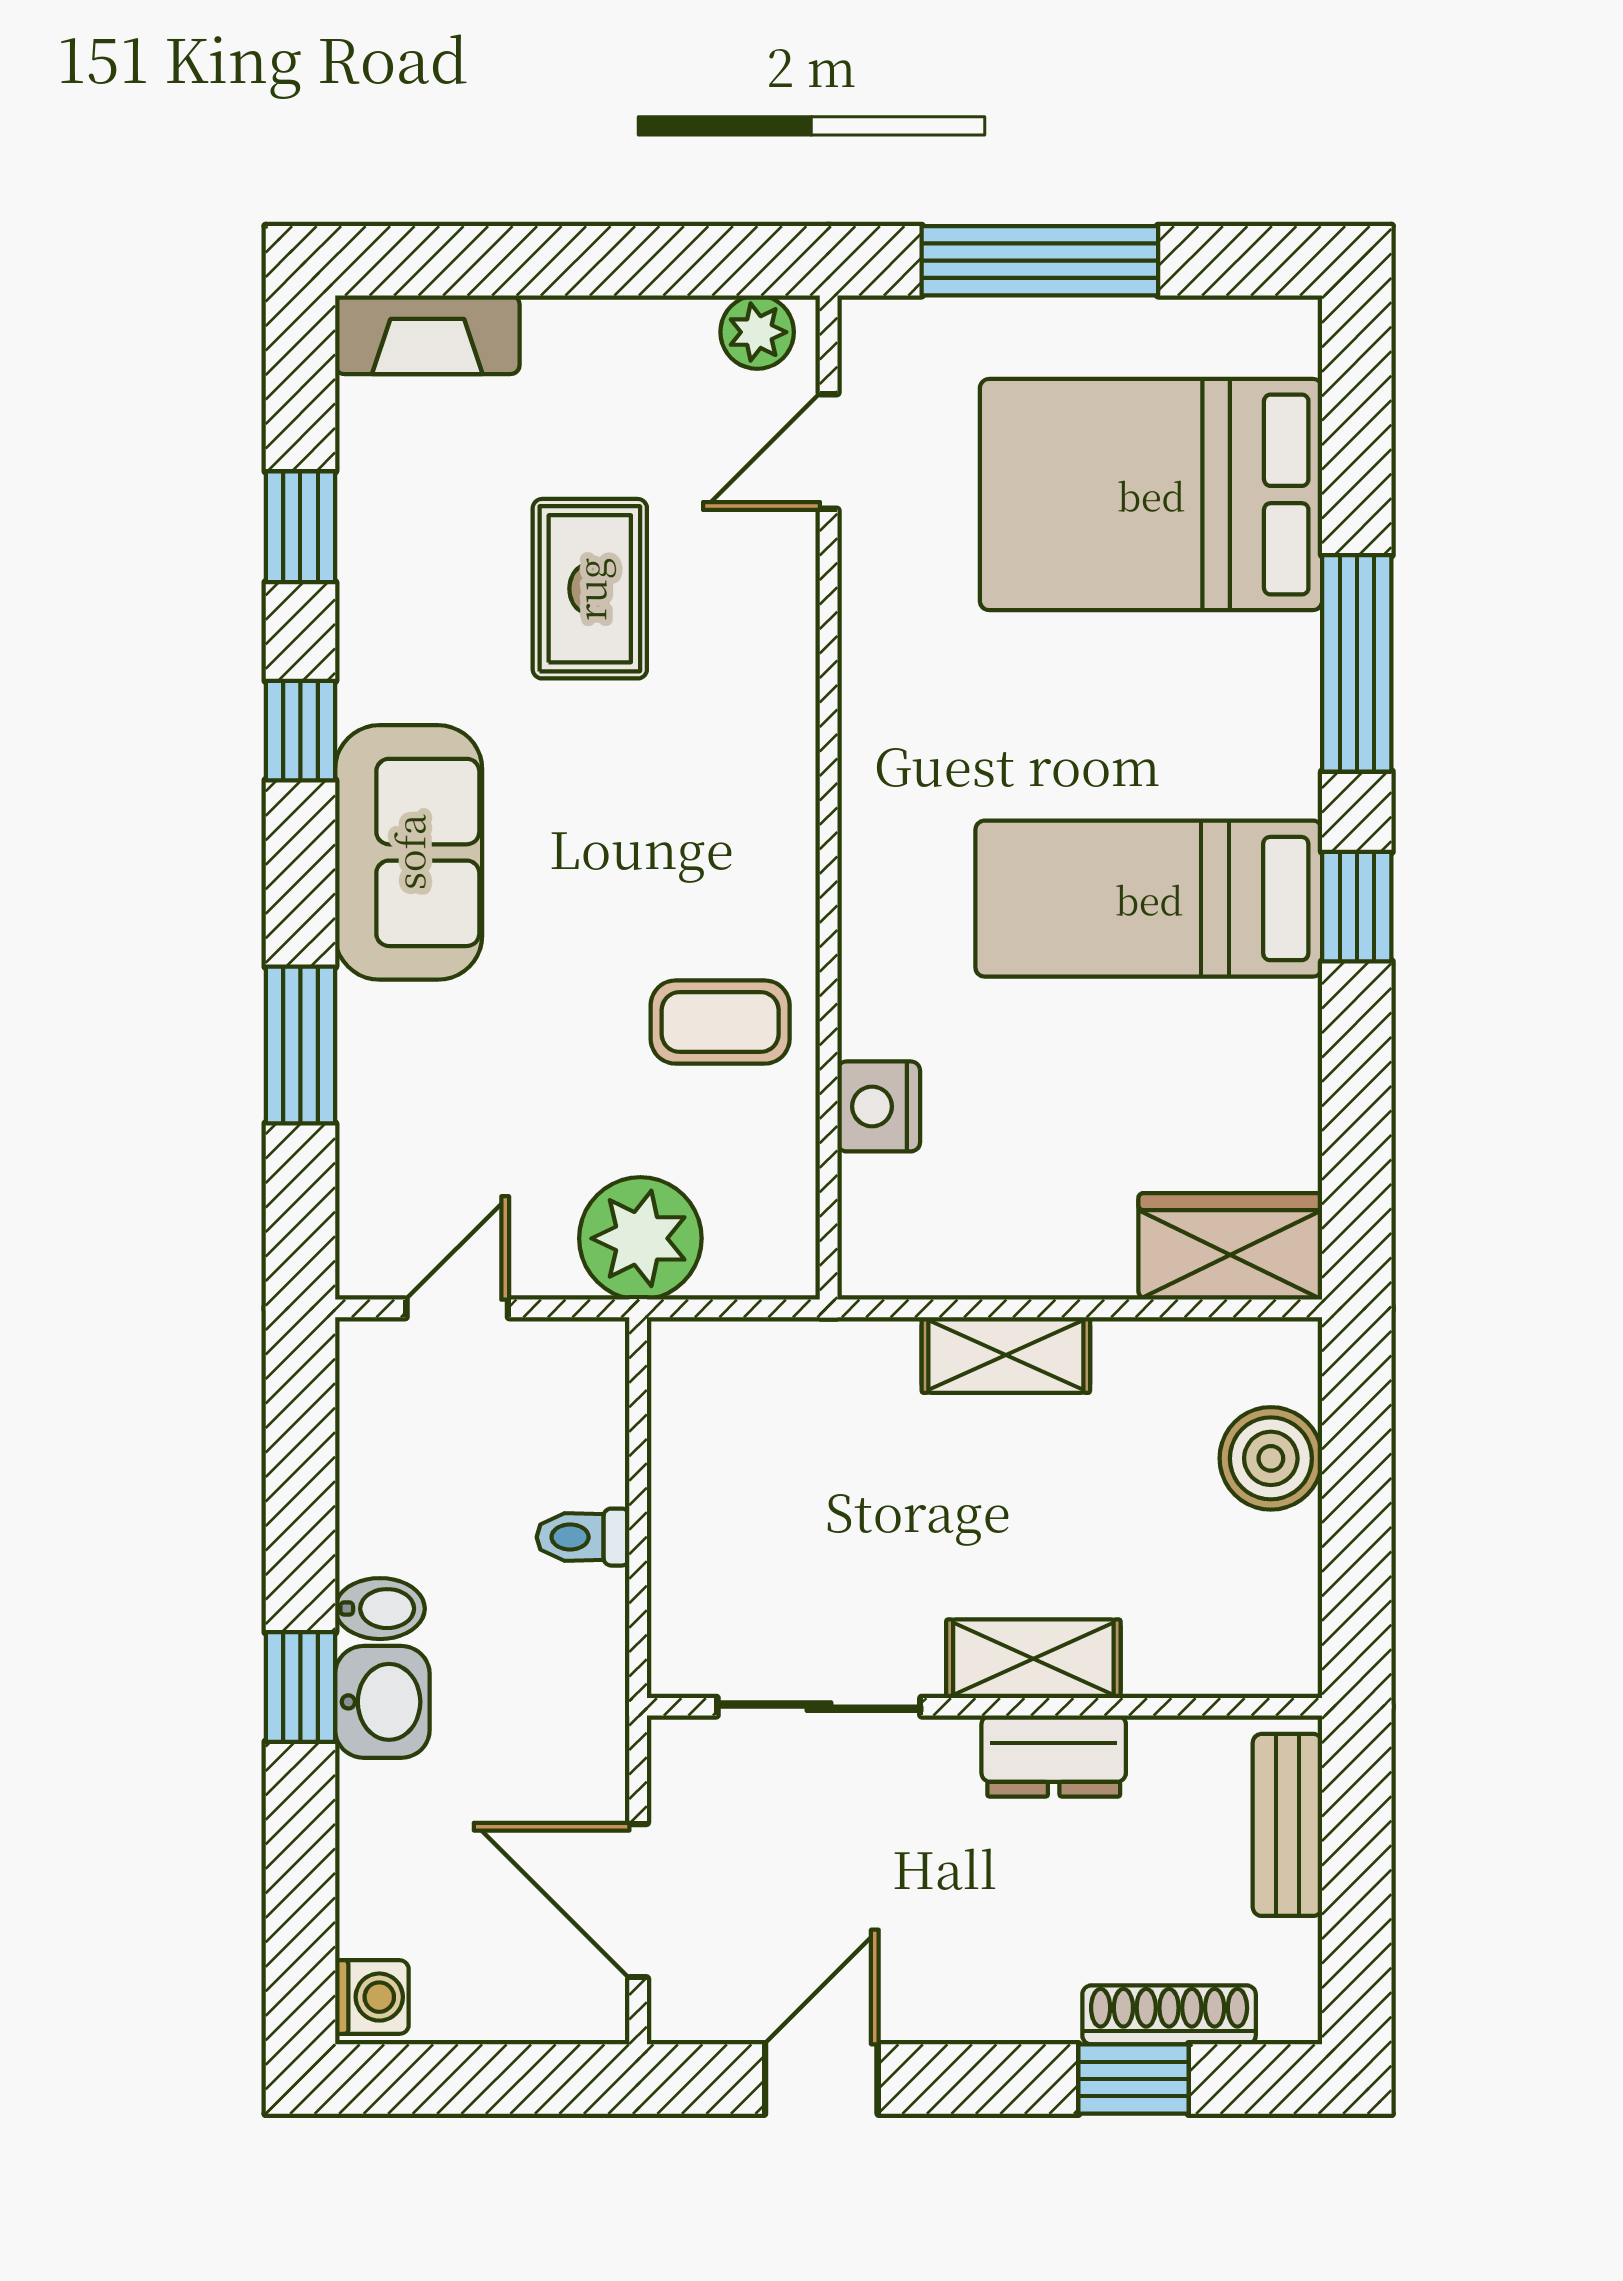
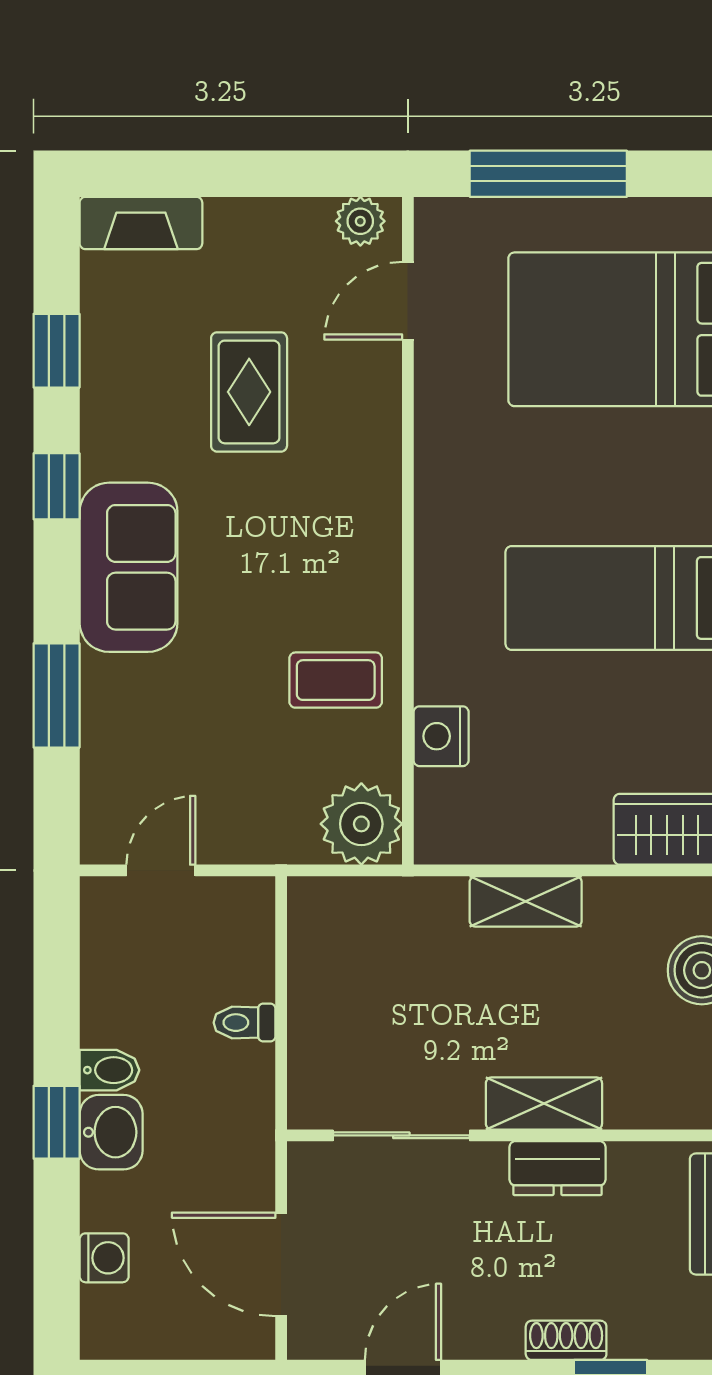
plant: (640, 1238) -> (361, 824), moved
washing machine: (372, 1997) -> (104, 1258), moved
shoe rack: (1169, 2015) -> (566, 1340), moved, width x0.70

